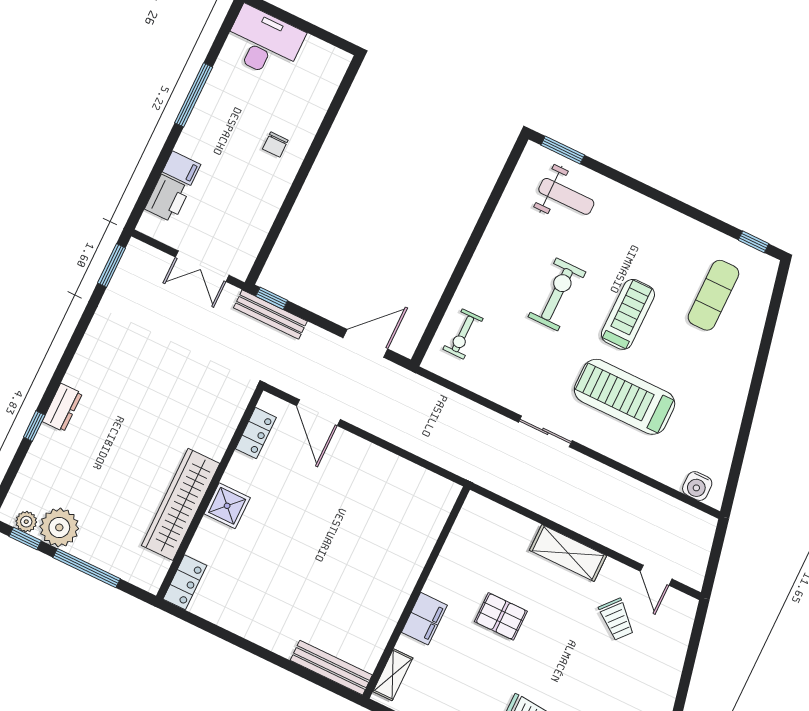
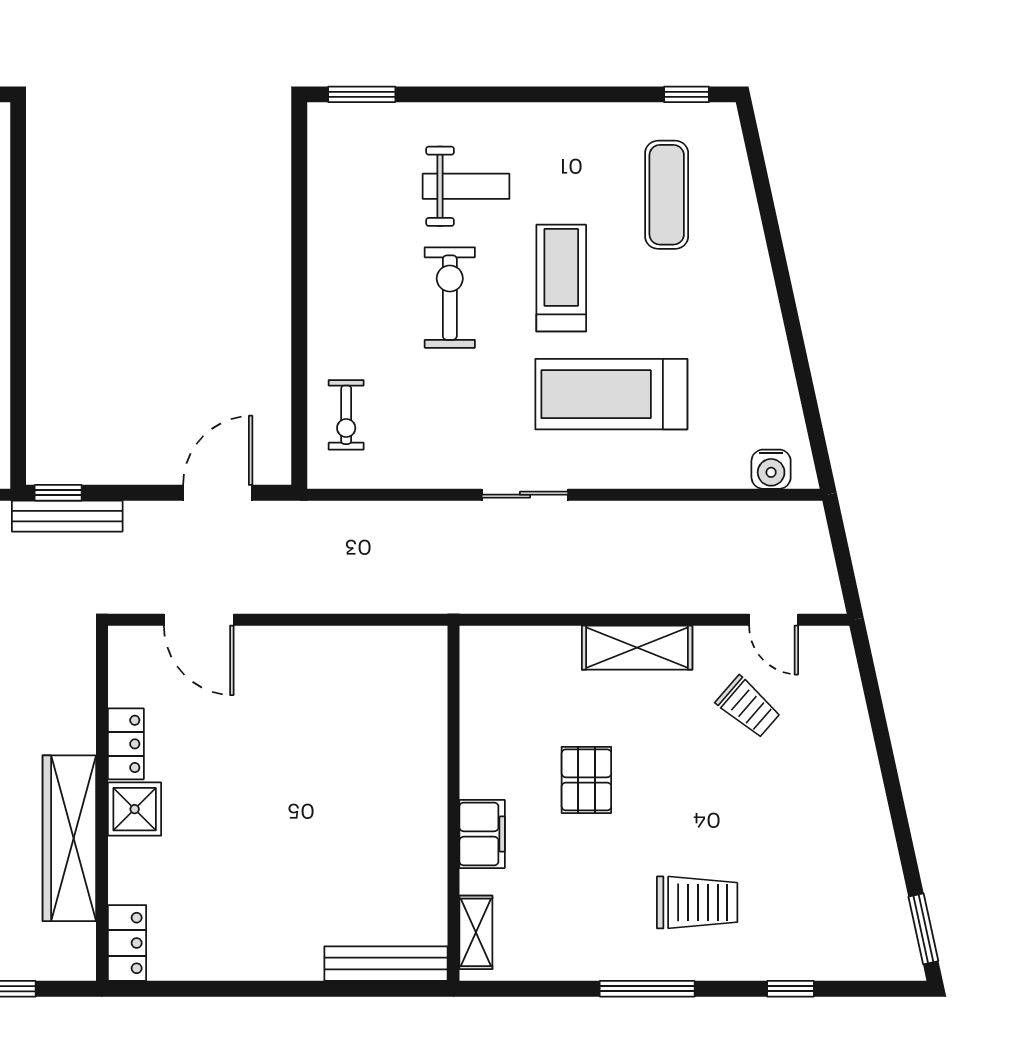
weight bench: (566, 196) -> (466, 186), moved
locker: (256, 433) -> (126, 744), moved
pallet: (501, 616) -> (586, 780), turned 90

